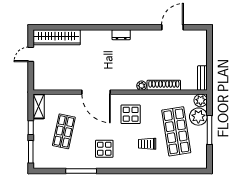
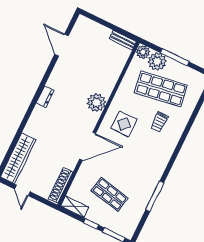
shoe rack: (164, 85) -> (61, 185), moved
plant: (142, 86) -> (96, 103), width x1.88, depth x1.88
display table: (104, 149) -> (144, 164), removed

